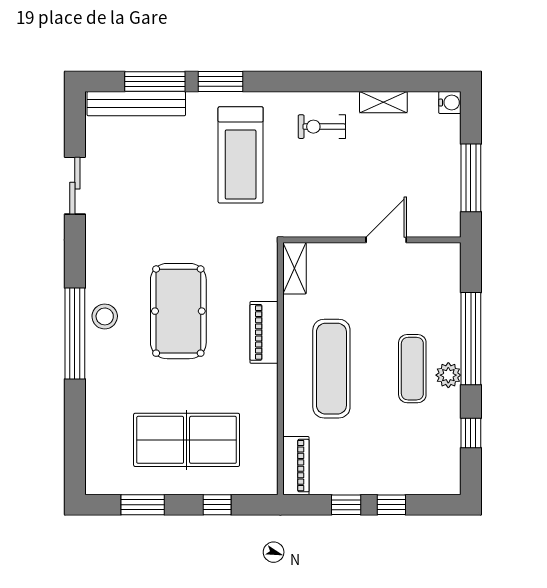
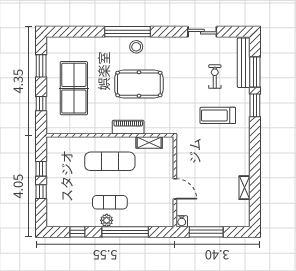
water cooler: (450, 103) -> (182, 221), moved
exercise bike: (322, 127) -> (215, 77), moved
treadmill: (241, 155) -> (218, 115), width x0.73, depth x0.73
shelving: (294, 268) -> (149, 143), moved
piano: (296, 466) -> (61, 143), removed

